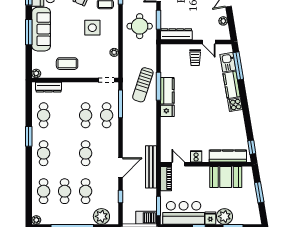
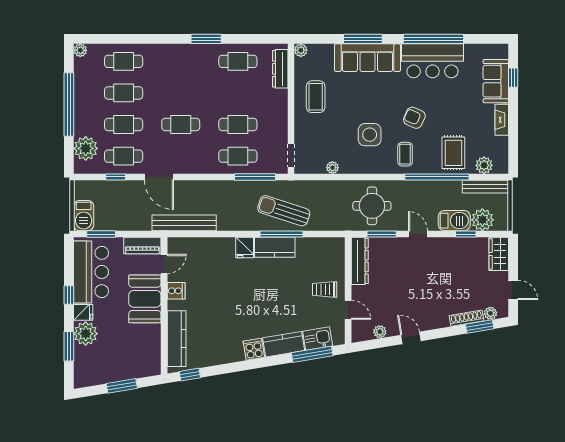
door: (209, 42) -> (348, 310), swing flipped
cafe table: (44, 153) -> (124, 156), moved
bench: (151, 167) -> (184, 223), moved
booth: (226, 177) -> (145, 299), moved

